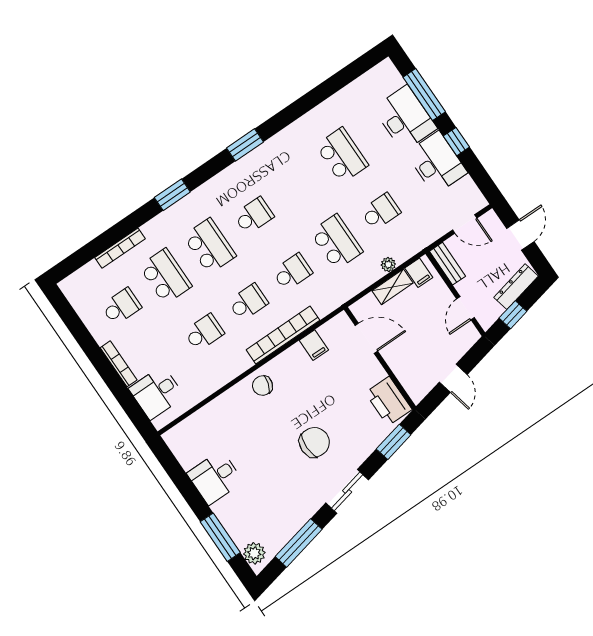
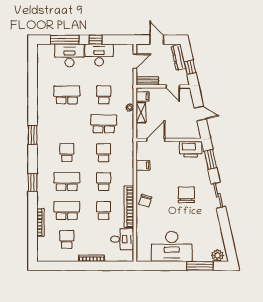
bookcase: (283, 335) -> (129, 207), moved
desk: (157, 393) -> (122, 239), moved, turned -90
desk: (215, 477) -> (172, 246), width x1.87, depth x1.30
window: (299, 543) -> (226, 233), removed

